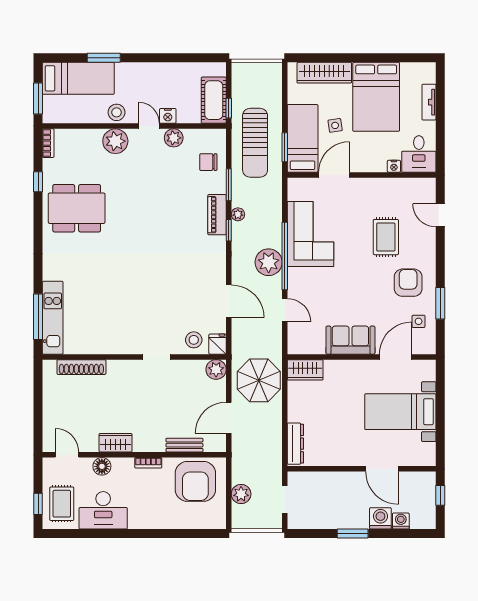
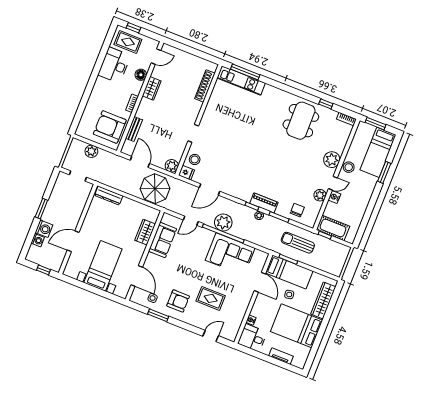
sun lounger: (255, 143) -> (298, 243), width x0.73, depth x0.75
sofa: (350, 340) -> (163, 240), moved
wardrobe: (305, 370) -> (145, 232), moved

